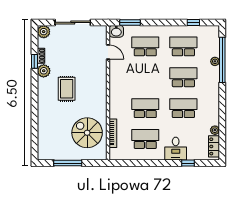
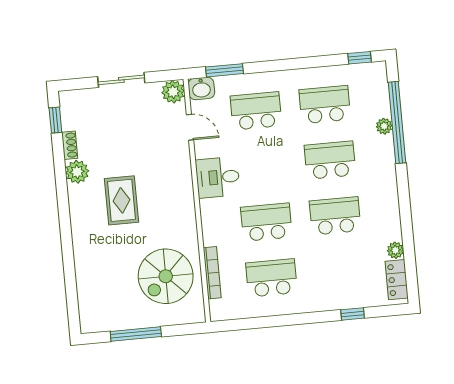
sliding door: (73, 22) -> (121, 80), width x0.73
window: (193, 22) -> (360, 58), moved
plant: (44, 32) -> (173, 92), moved
window: (34, 61) -> (55, 120), moved
spiral stairs: (87, 133) -> (166, 276), turned -90
desk: (176, 149) -> (218, 177), moved, turned 90

